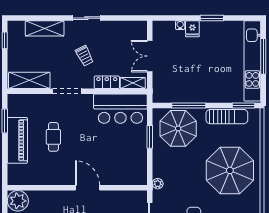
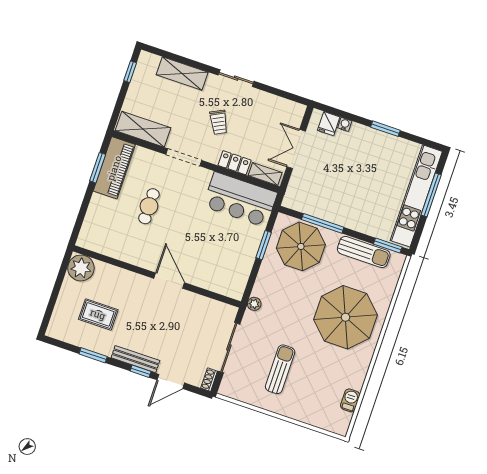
fridge: (192, 29) -> (329, 124), moved
piano: (17, 140) -> (114, 168), moved

